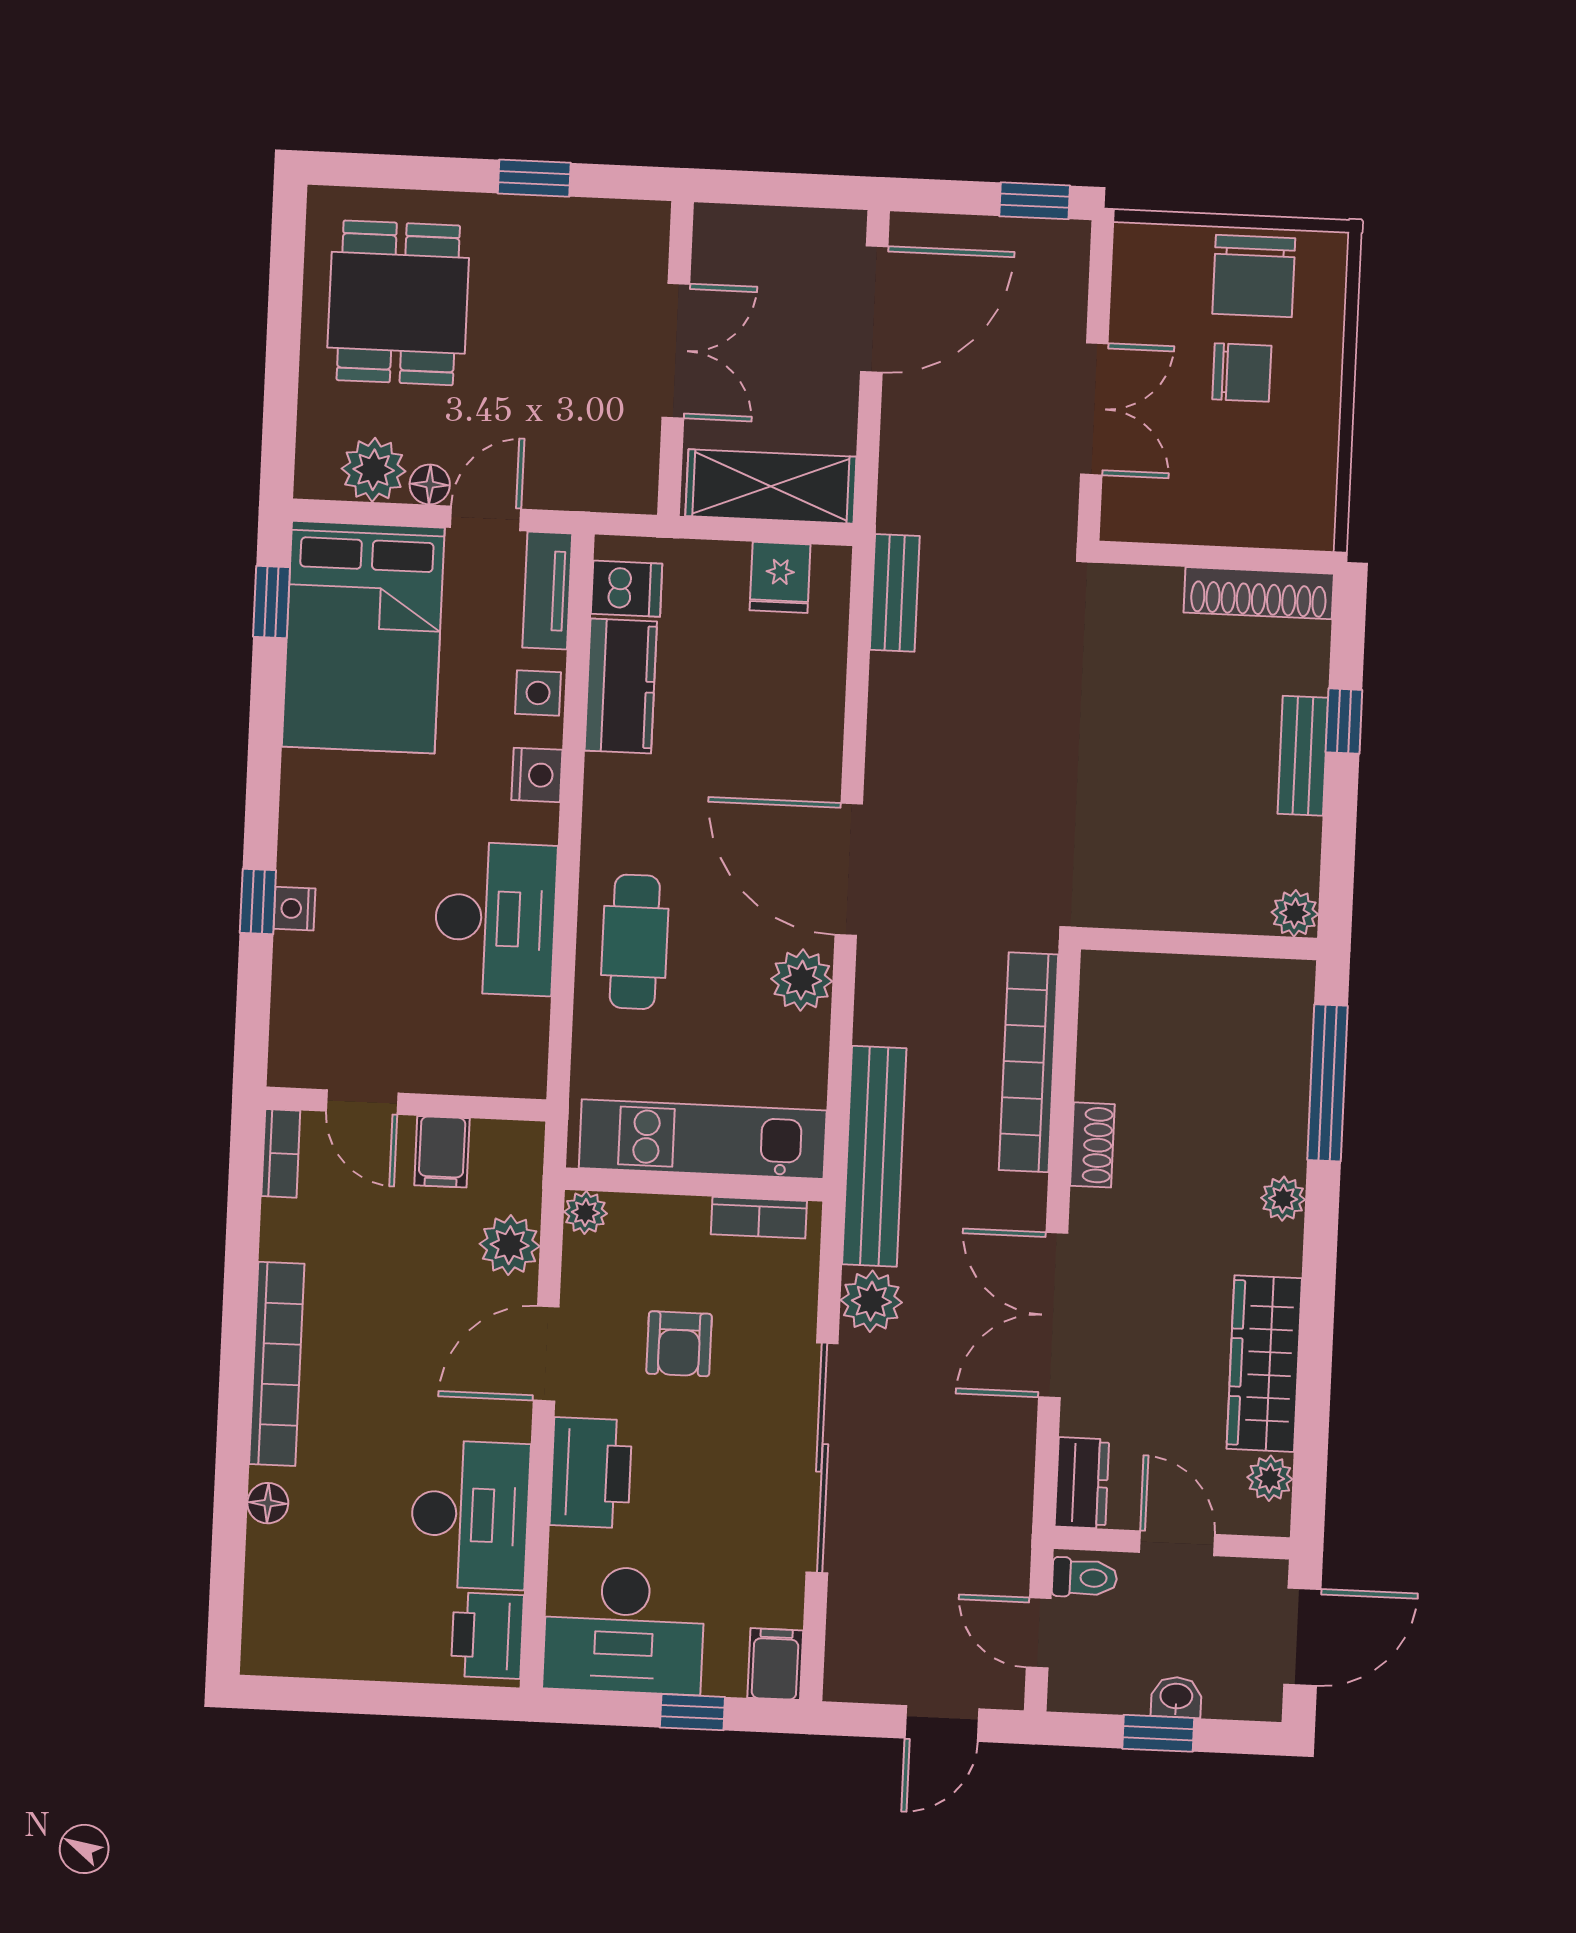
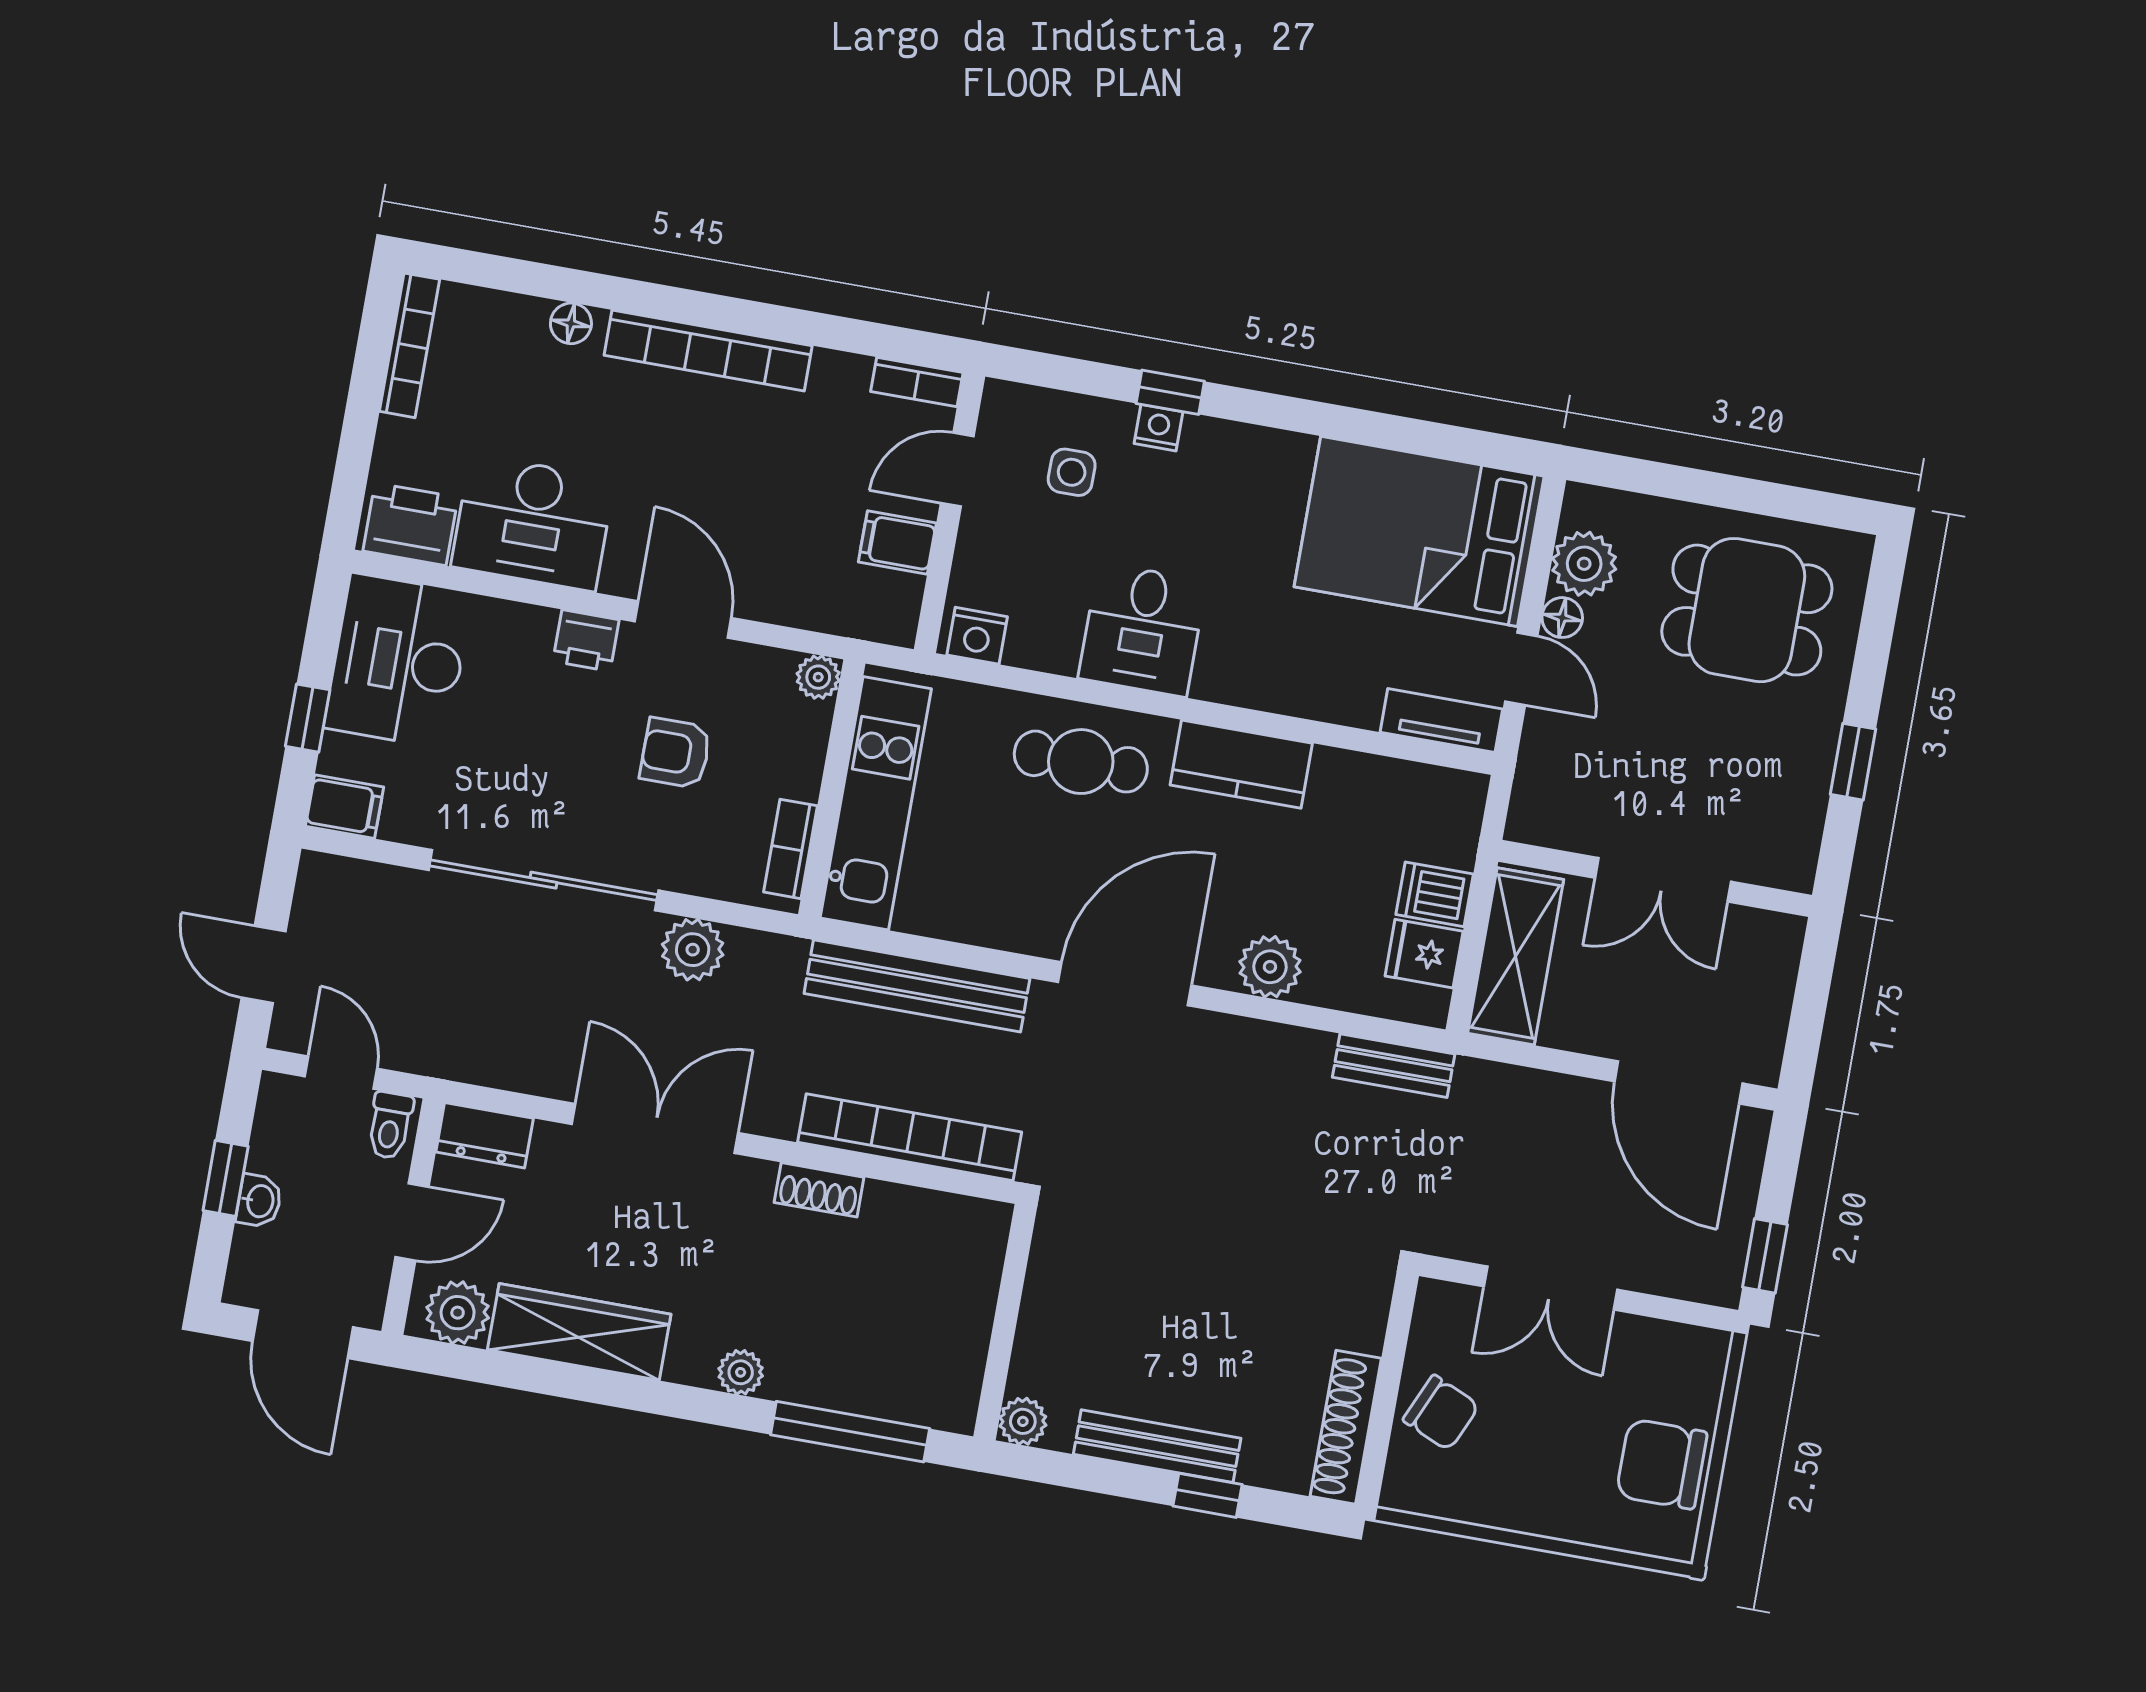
chair: (1242, 373) -> (1441, 1413), moved, turned -66
dishwasher: (627, 589) -> (1435, 894), moved, turned 90
window: (272, 602) -> (1466, 445), removed
kitchen counter: (621, 686) -> (1241, 764), moved
side table: (538, 693) -> (1072, 472), moved
bench: (1303, 756) -> (1157, 1446), width x1.36
nightstand: (537, 775) -> (977, 636), moved
desk: (495, 919) -> (1142, 630), width x0.73
plant: (802, 980) -> (1270, 967), moved
bench: (874, 1156) -> (917, 986), moved
plant: (510, 1245) -> (796, 597), removed
printer: (591, 1473) -> (586, 640), width x0.53, depth x0.68
plant: (1270, 1478) -> (458, 1313), width x1.38, depth x1.38
door: (1039, 1633) -> (341, 1073), hinge flipped
bookcase: (311, 1660) -> (409, 345), added

